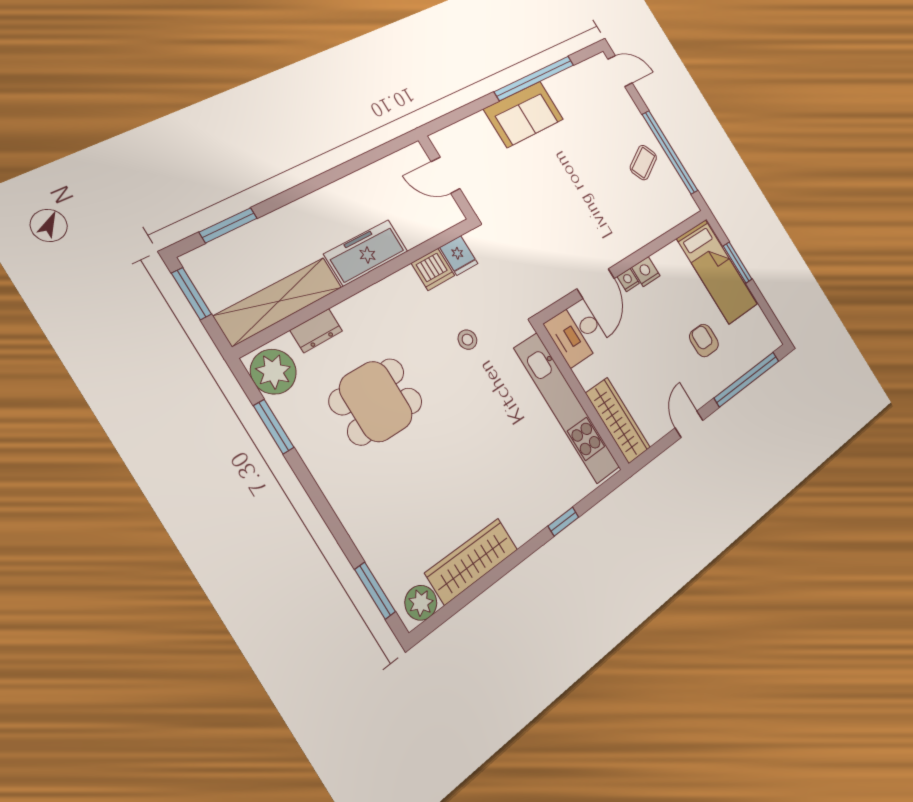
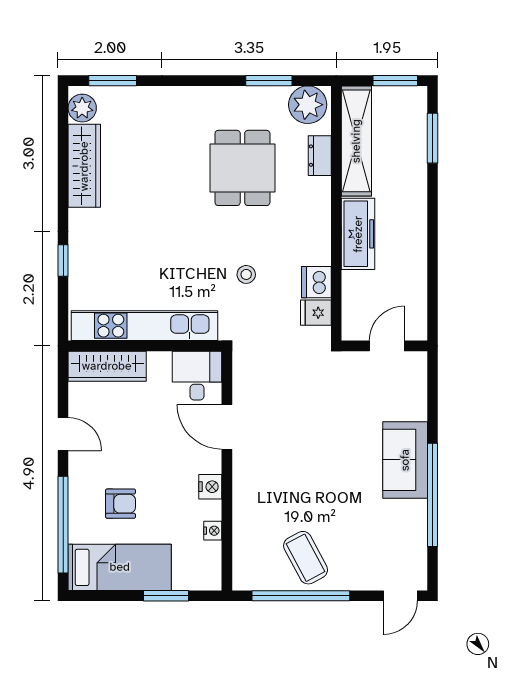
coffee table: (643, 163) -> (306, 558), width x1.36, depth x1.30
bed: (717, 272) -> (120, 567), moved, turned 180
nightstand: (628, 280) -> (213, 531), moved

